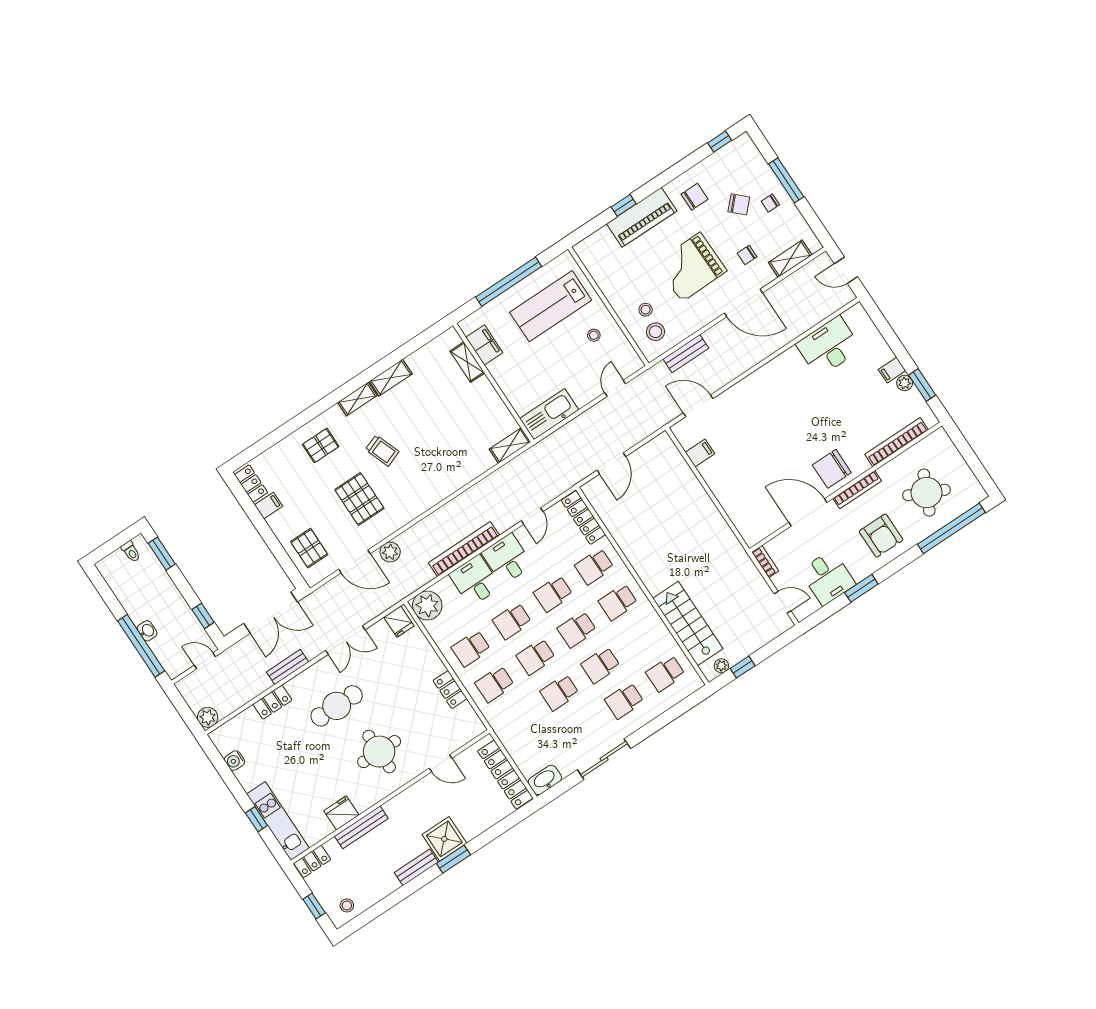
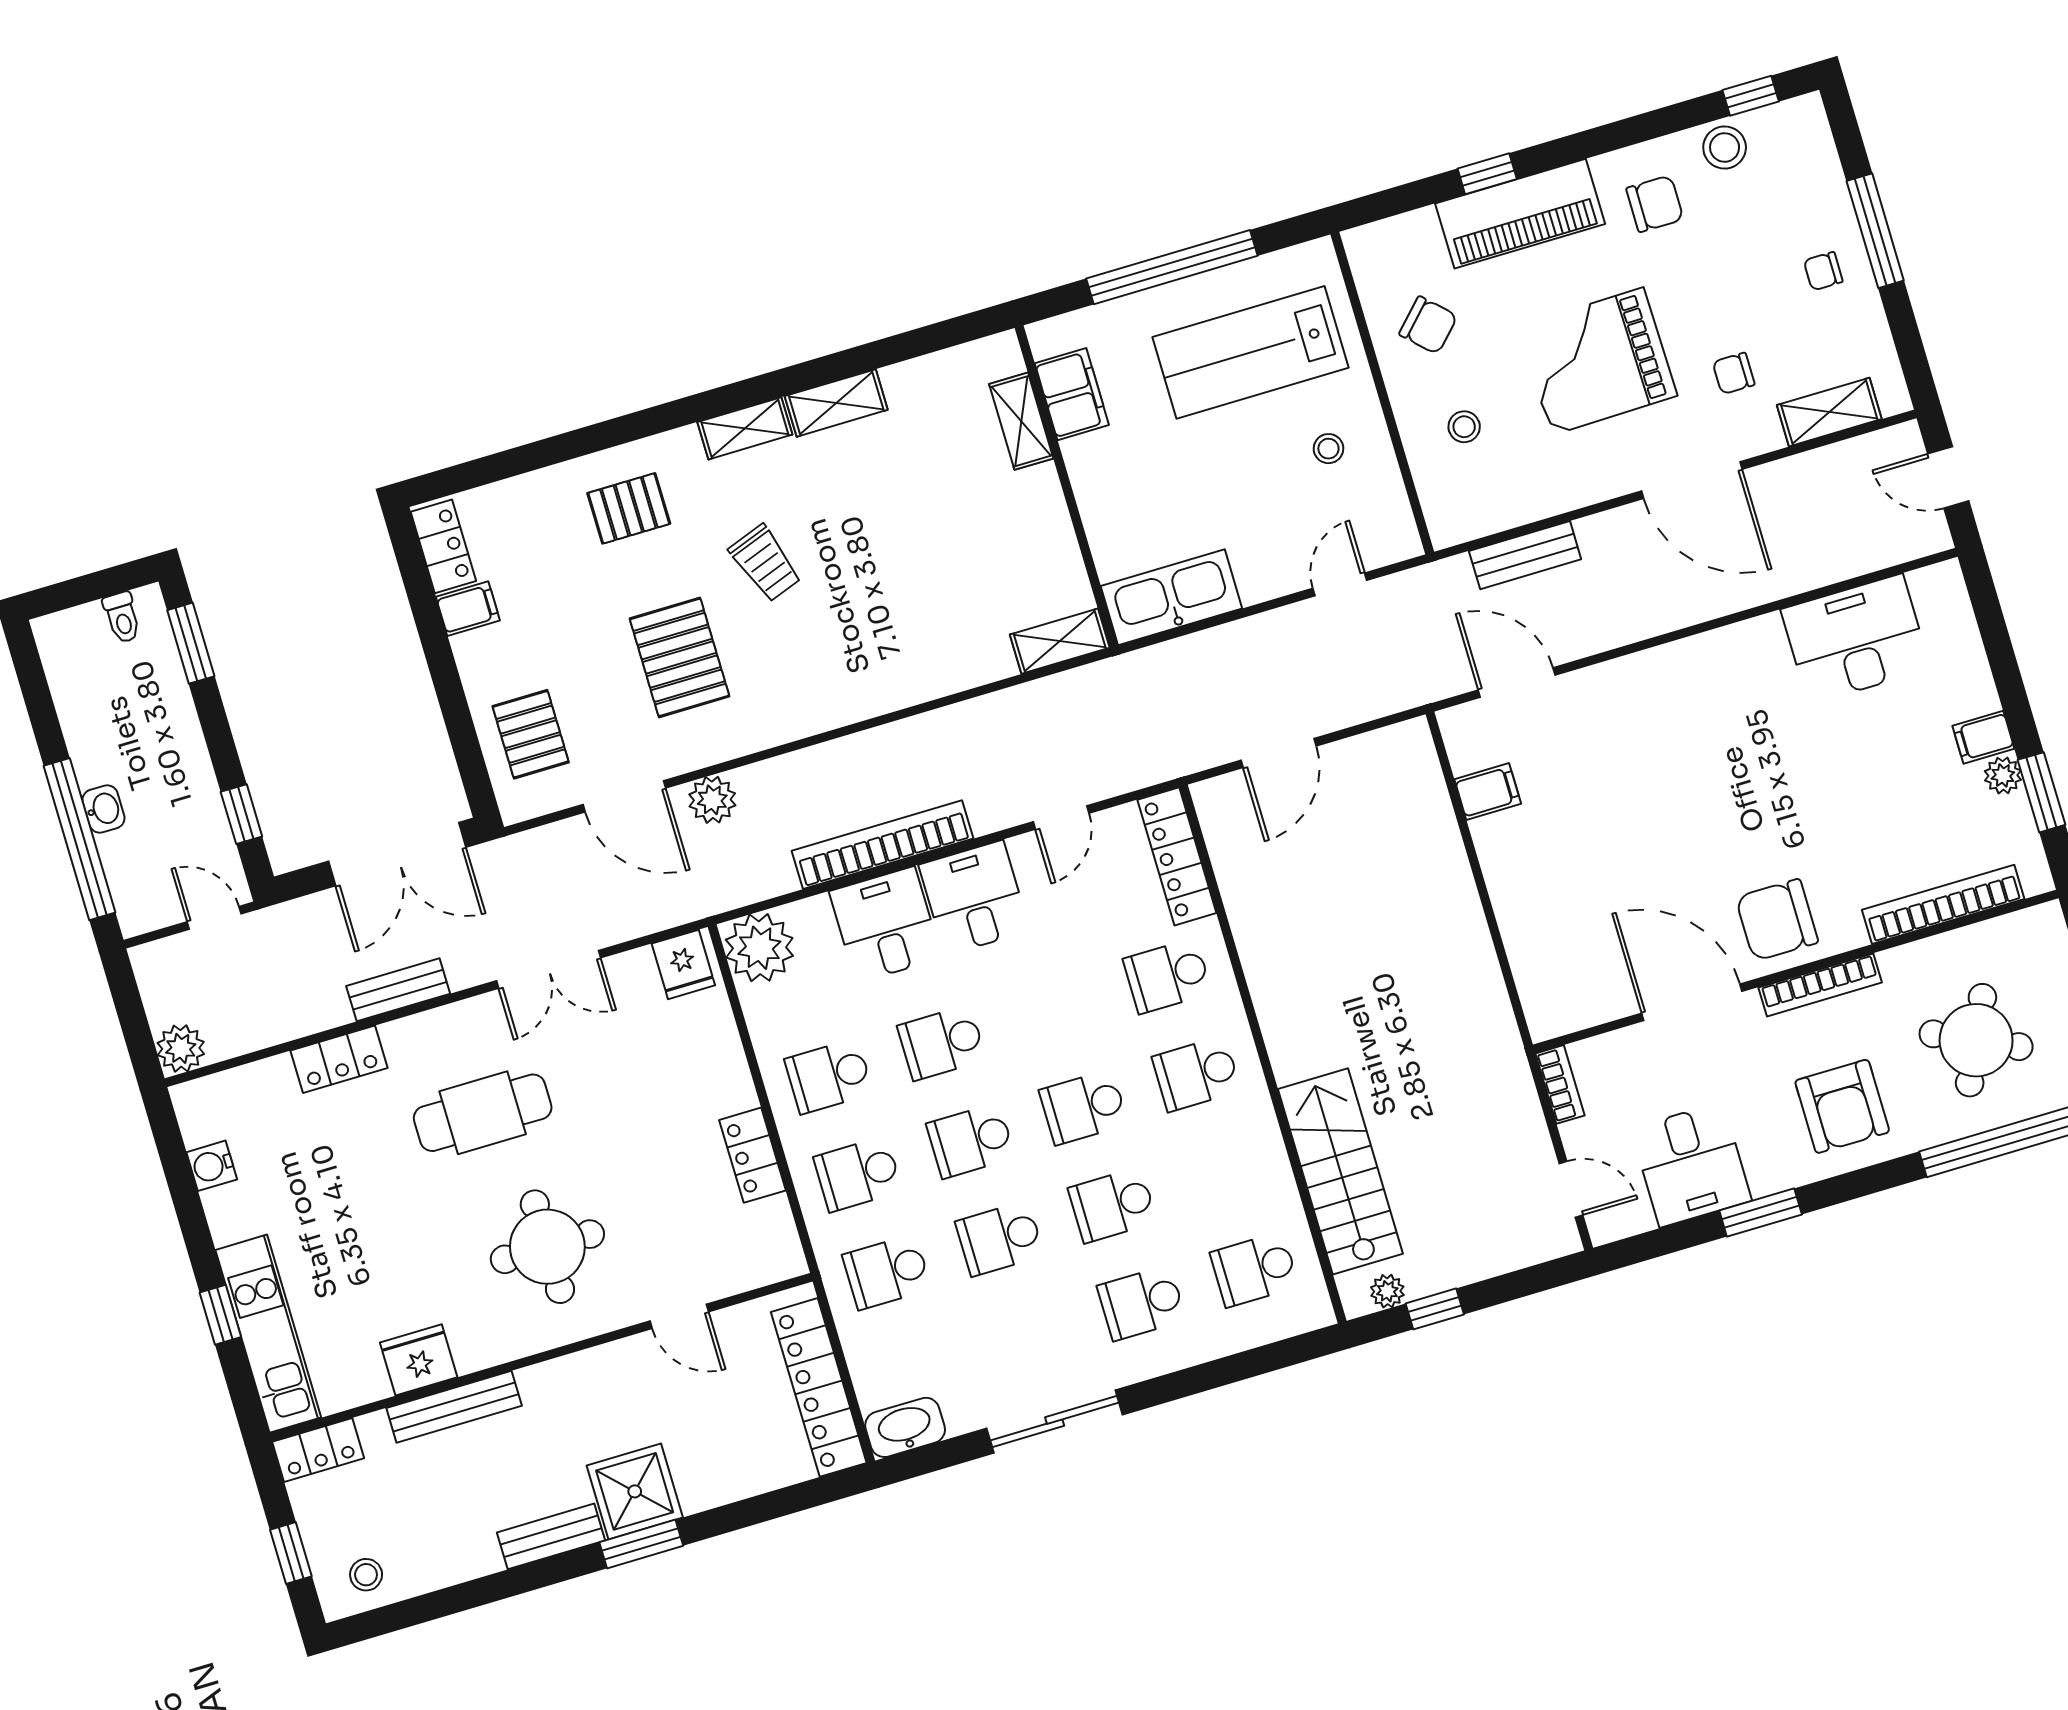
chair: (739, 204) -> (1428, 325), moved
stool: (656, 332) -> (1725, 148), moved
school desk: (553, 594) -> (887, 1272), moved

